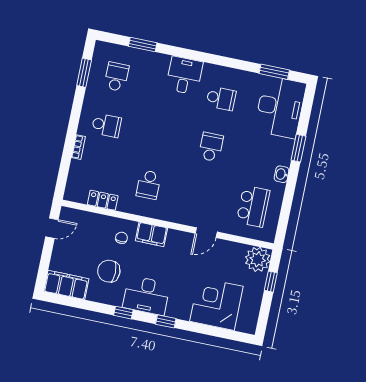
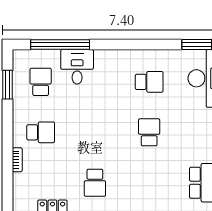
window: (143, 45) -> (60, 44), width x2.11
desk: (184, 76) -> (77, 67), moved

